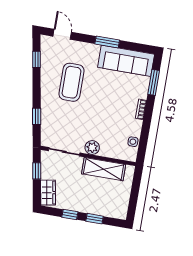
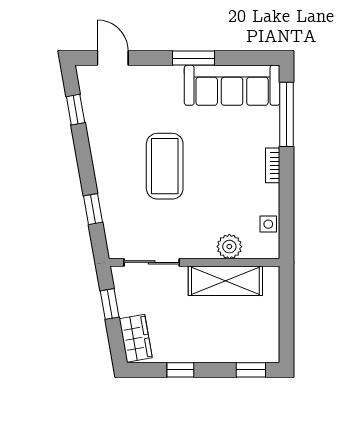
coffee table: (71, 82) -> (165, 166), moved
window: (154, 82) -> (287, 114), width x1.44
plant: (92, 148) -> (229, 247), moved
window: (95, 219) -> (251, 370), moved

